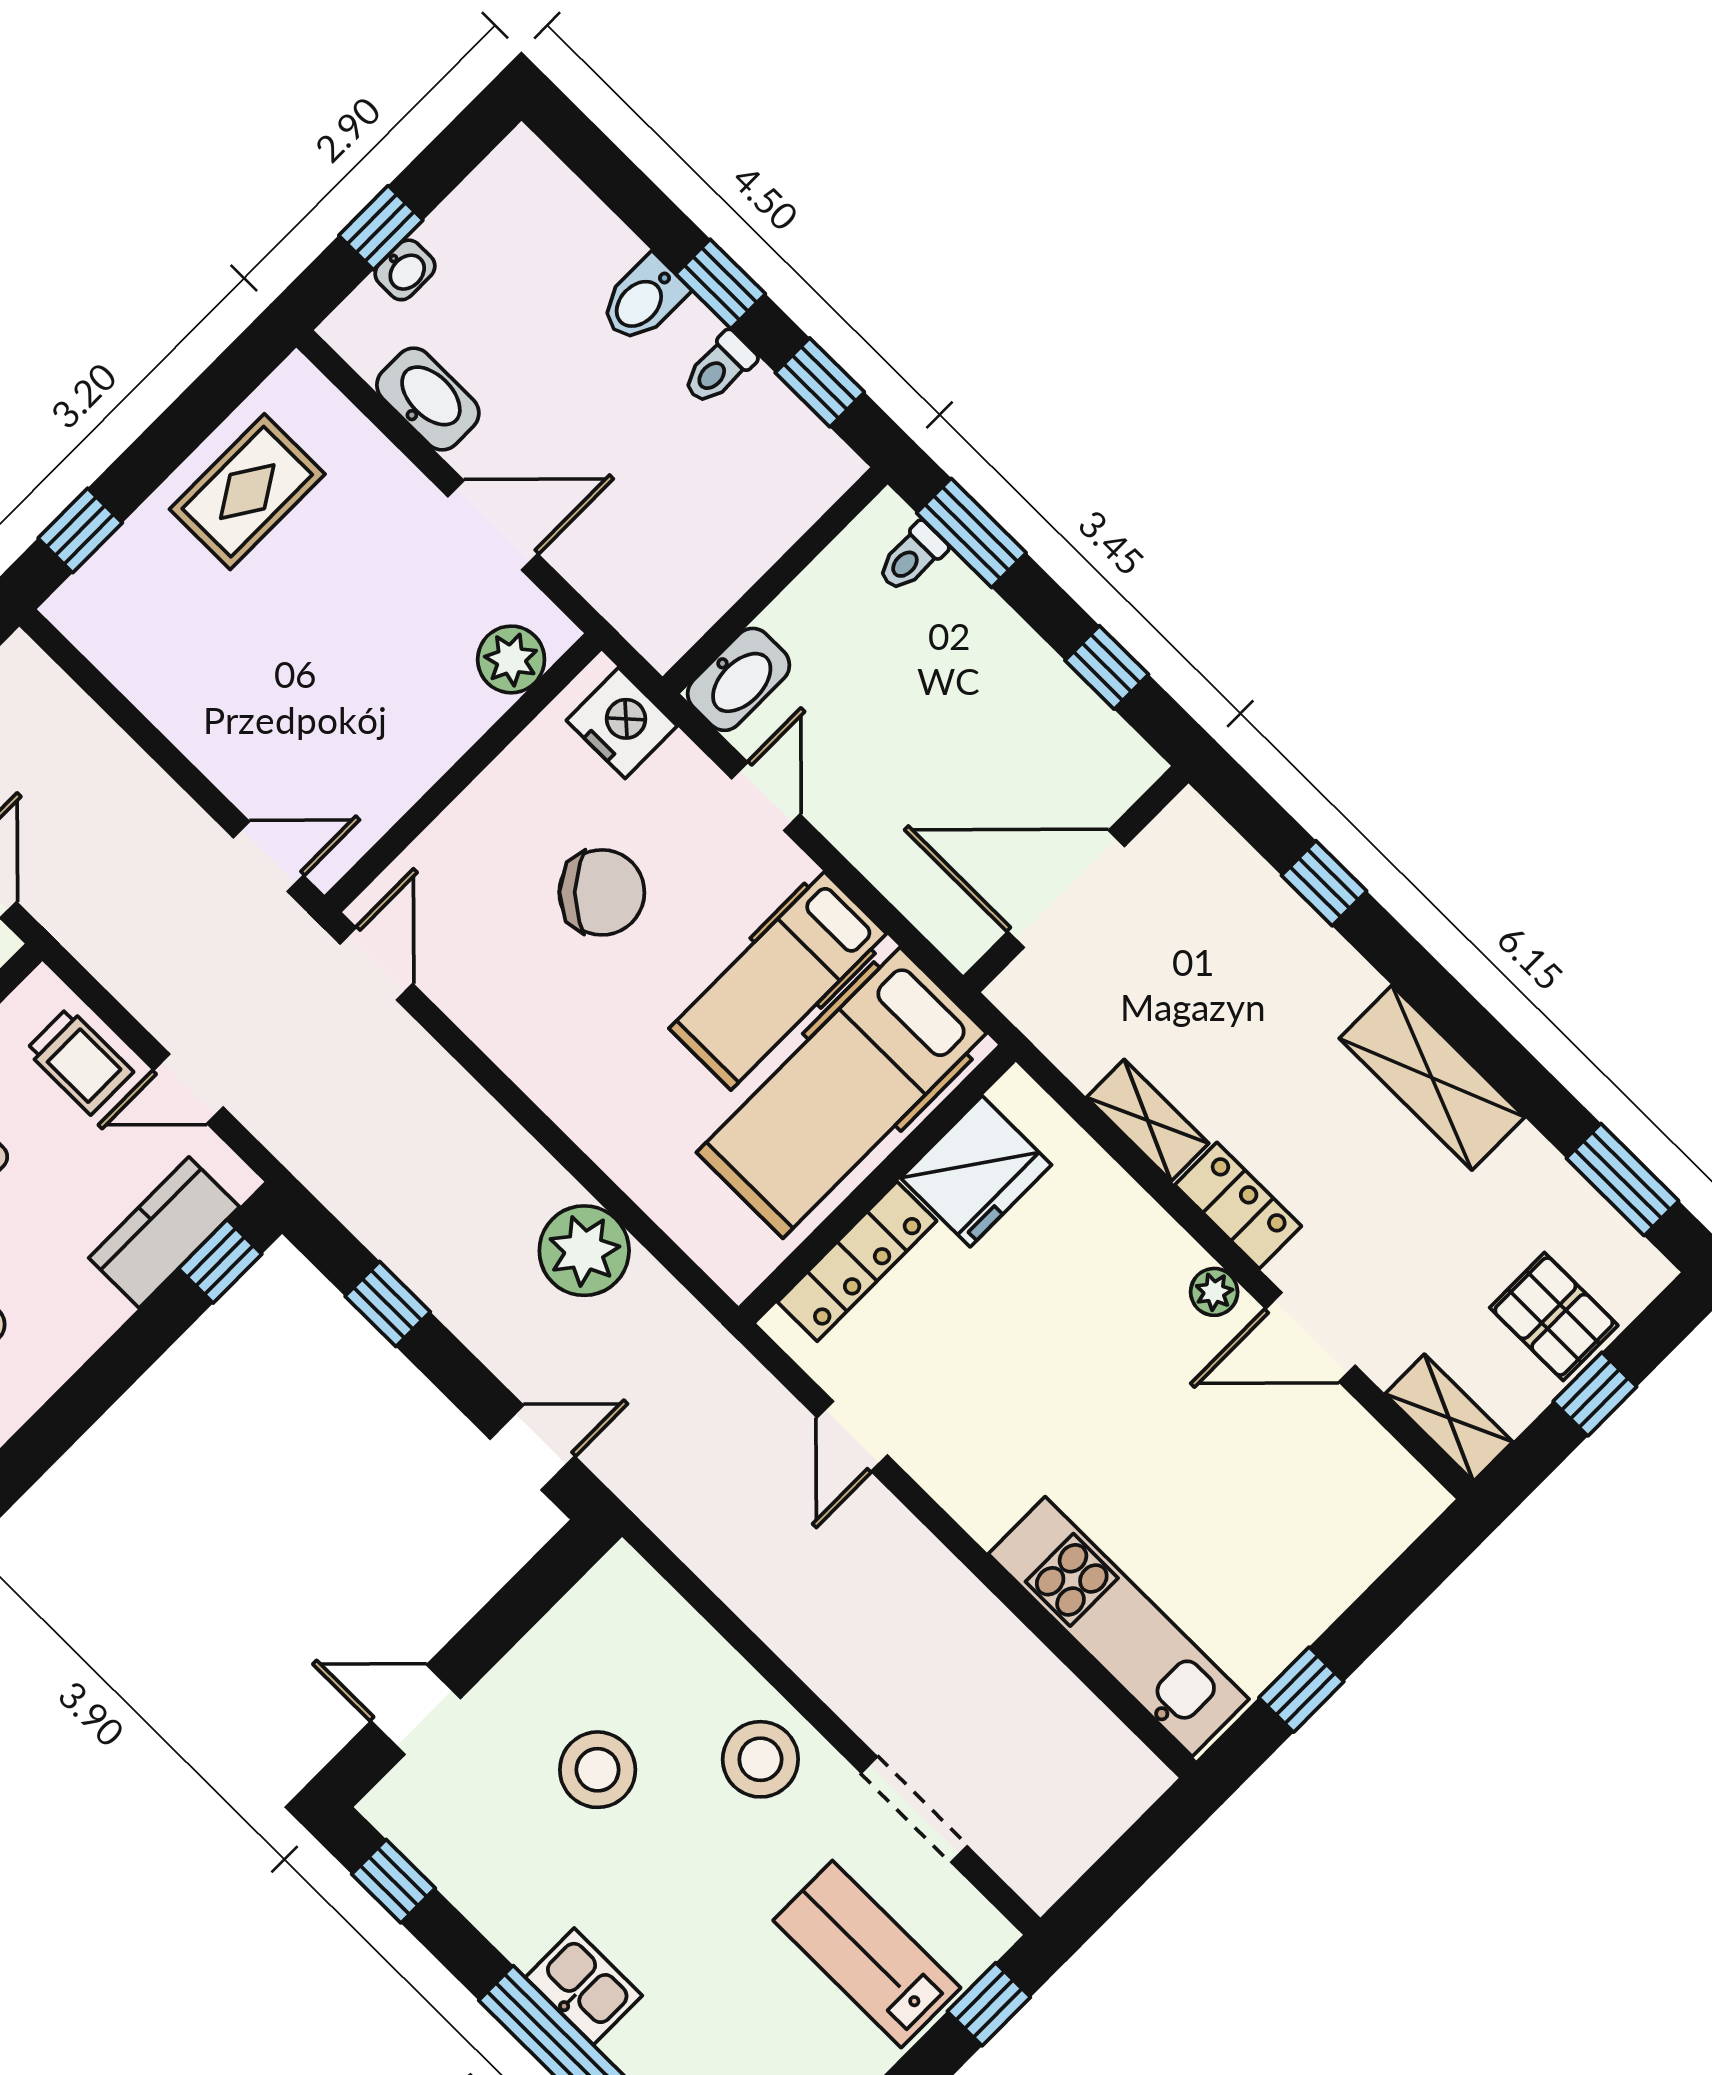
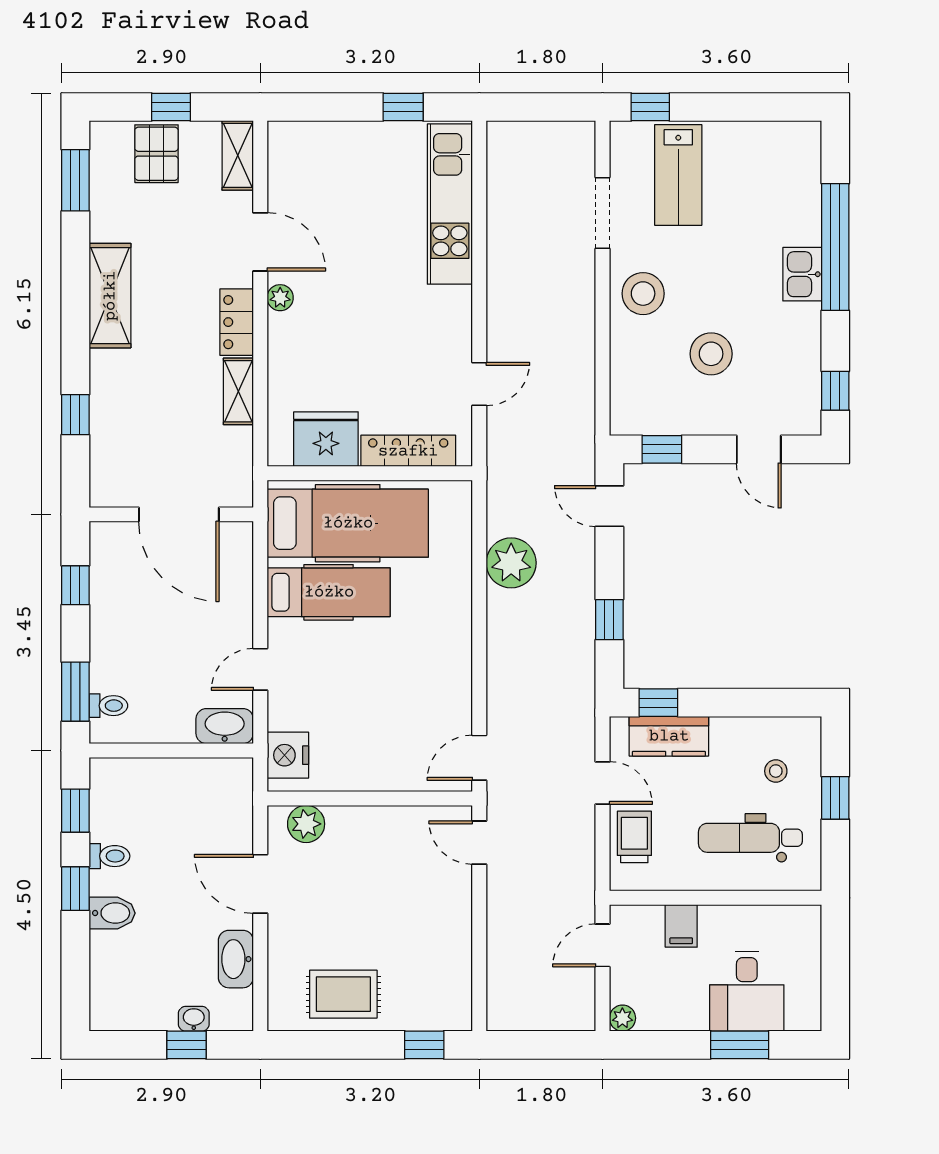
chair: (602, 892) -> (363, 697), removed
window: (538, 1586) -> (662, 449), added

